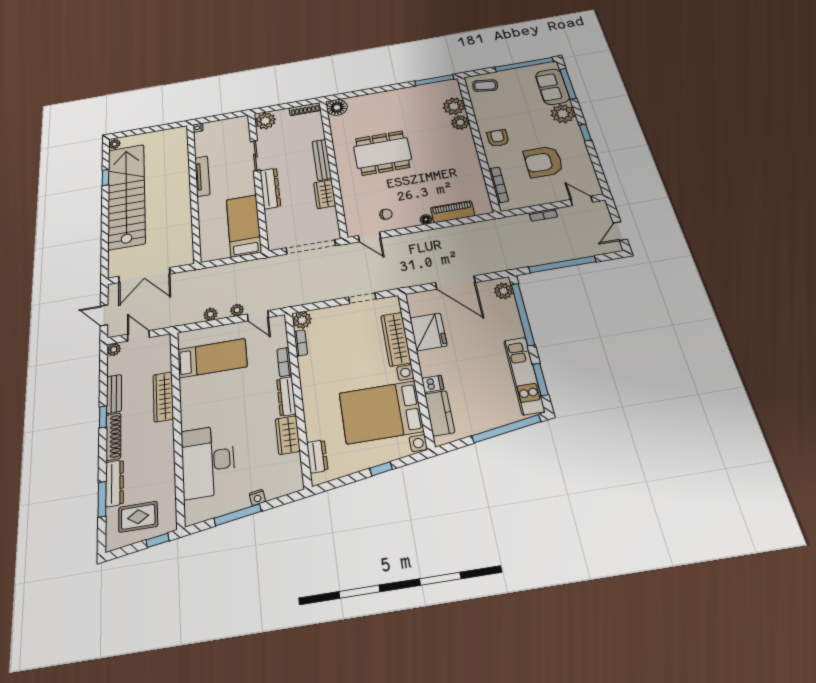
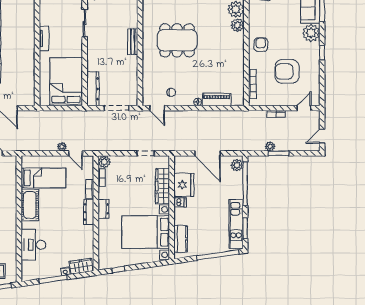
bench: (322, 160) -> (133, 42), width x0.73
tv unit: (202, 176) -> (44, 38), width x0.71
dresser: (270, 188) -> (93, 89), moved
wardrobe: (325, 194) -> (131, 67), removed
door: (582, 201) -> (304, 108), hinge flipped
bed: (244, 226) -> (66, 82), width x1.50
doorway: (311, 247) -> (116, 108), width x0.73
window: (562, 264) -> (279, 153), width x0.47
plant: (210, 314) -> (270, 146), moved
dishwasher: (433, 384) -> (180, 202), moved
wardrobe: (163, 397) -> (10, 199), removed
cot: (193, 401) -> (30, 205), added
wardrobe: (288, 435) -> (81, 266), moved, turned 82
dresser: (317, 456) -> (103, 209), moved
desk: (208, 461) -> (33, 245), width x0.73, depth x0.77
window: (381, 469) -> (118, 270), moved

